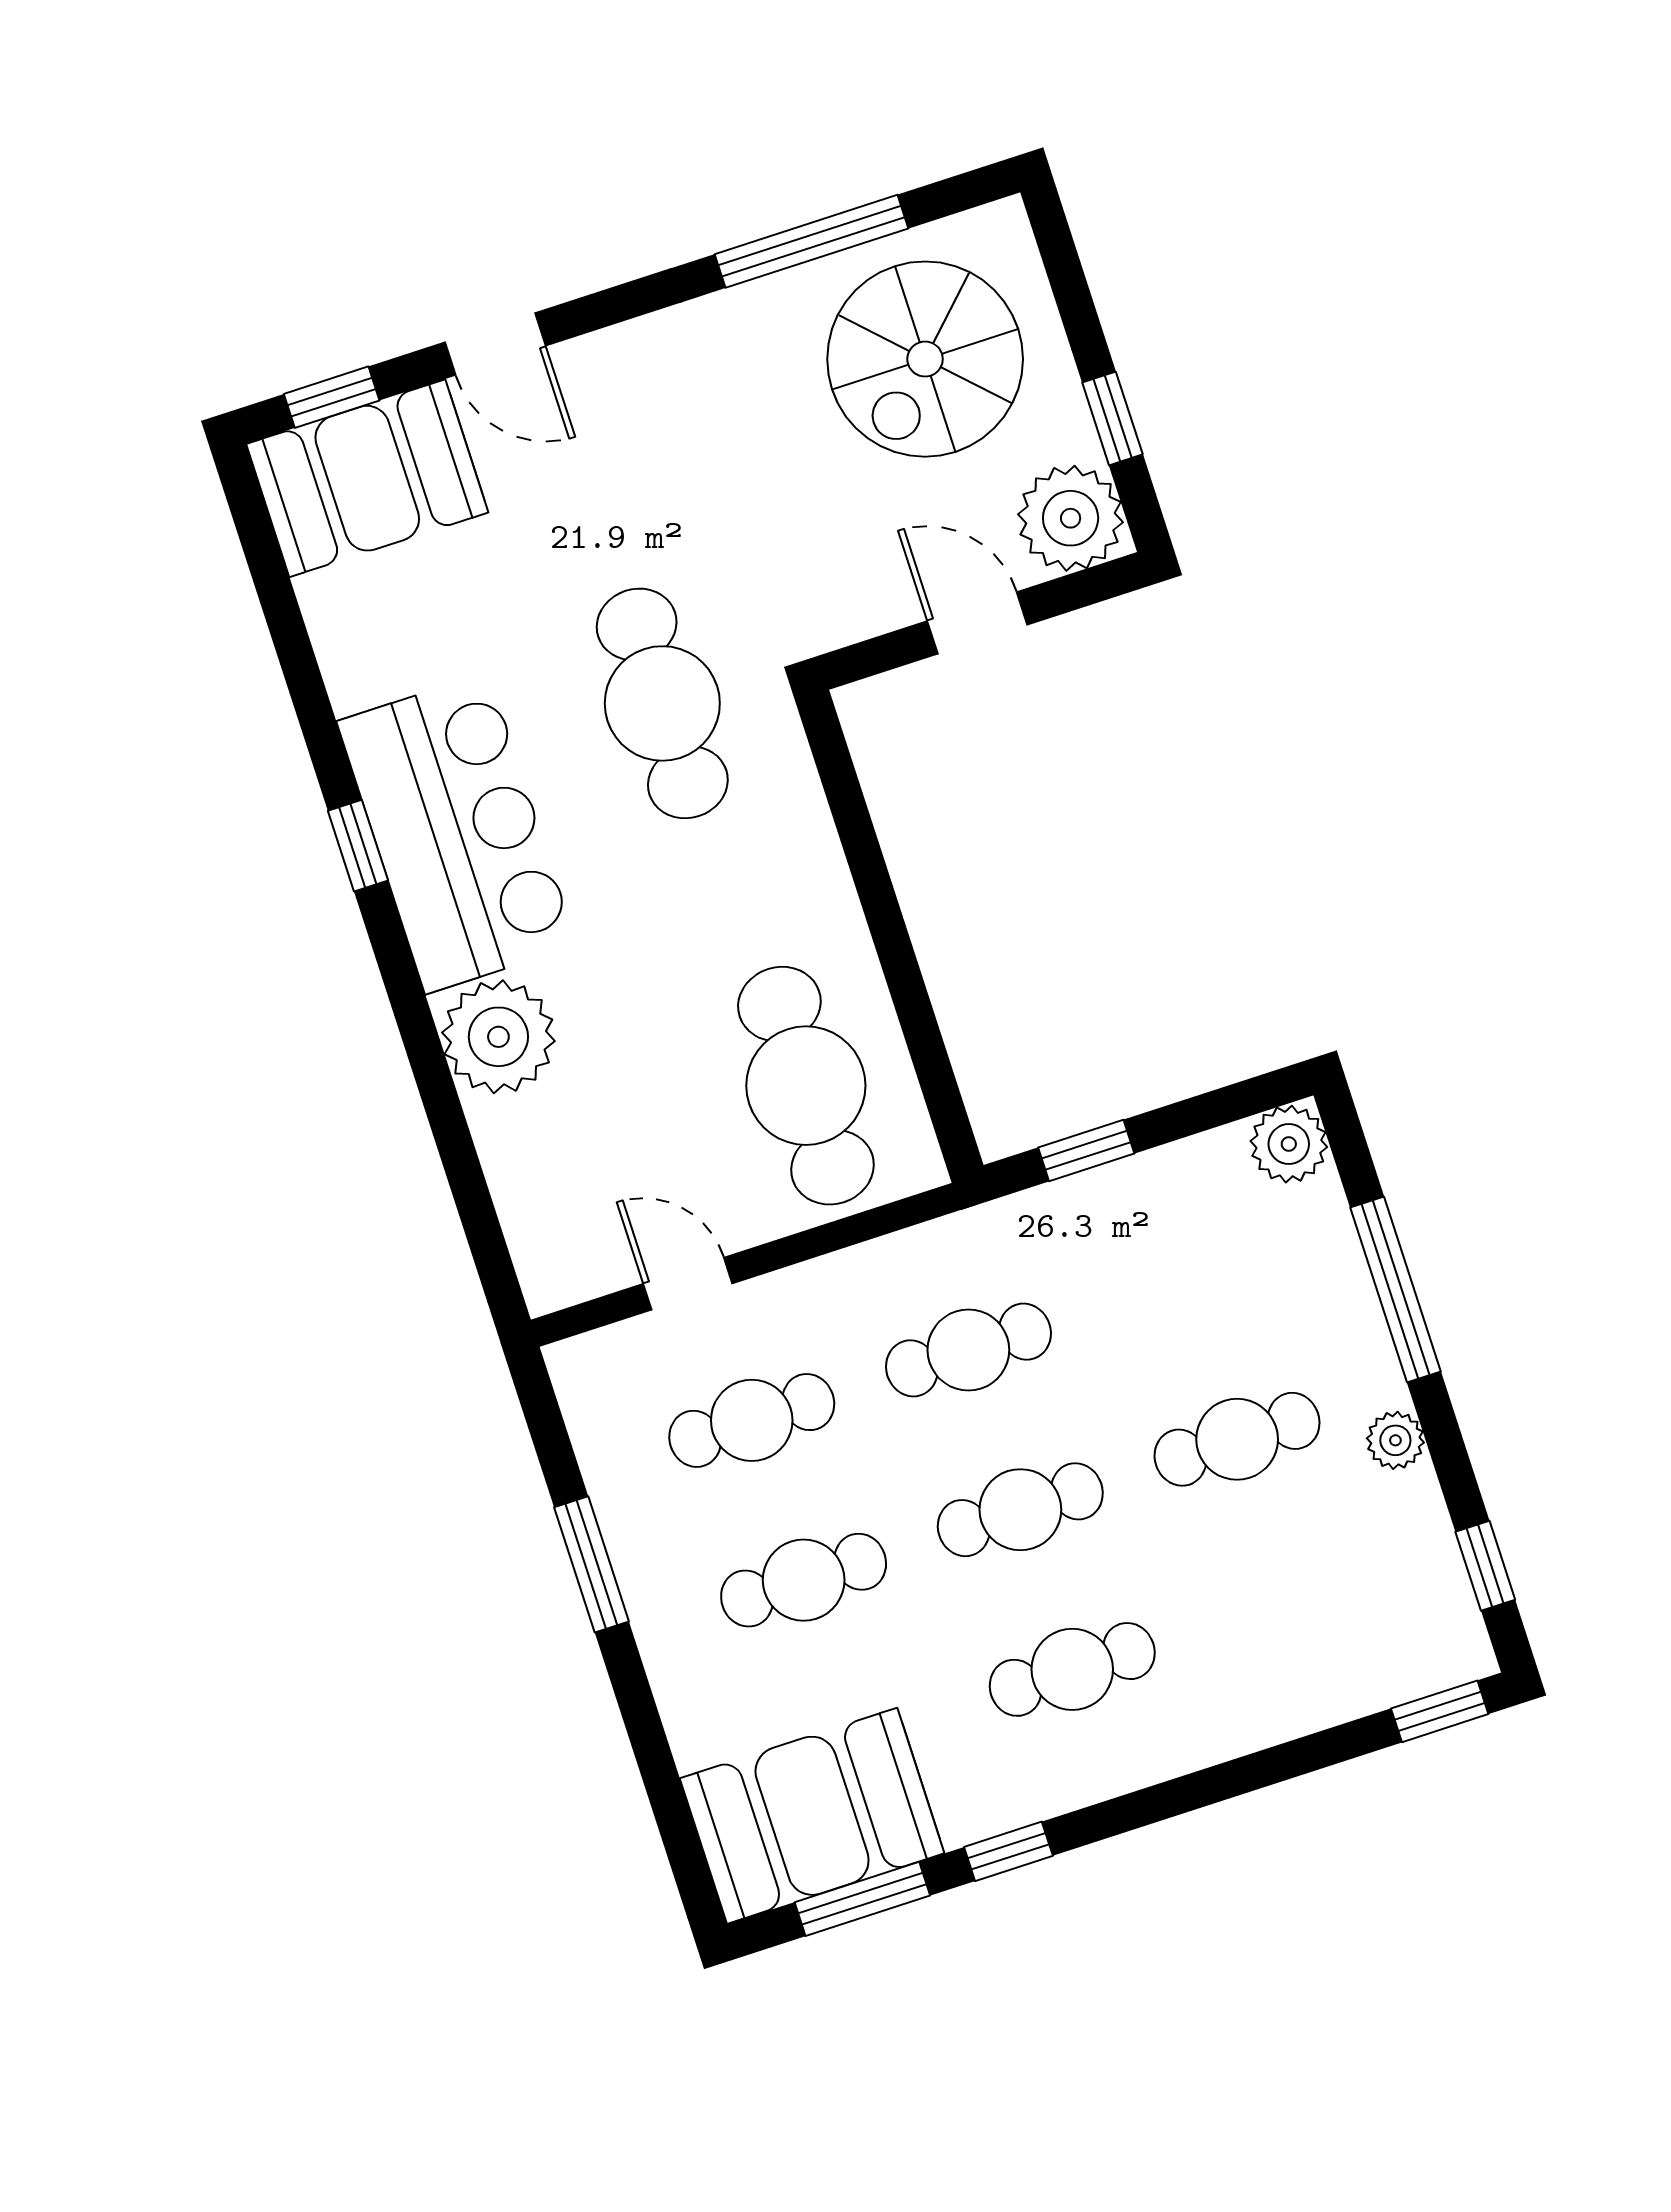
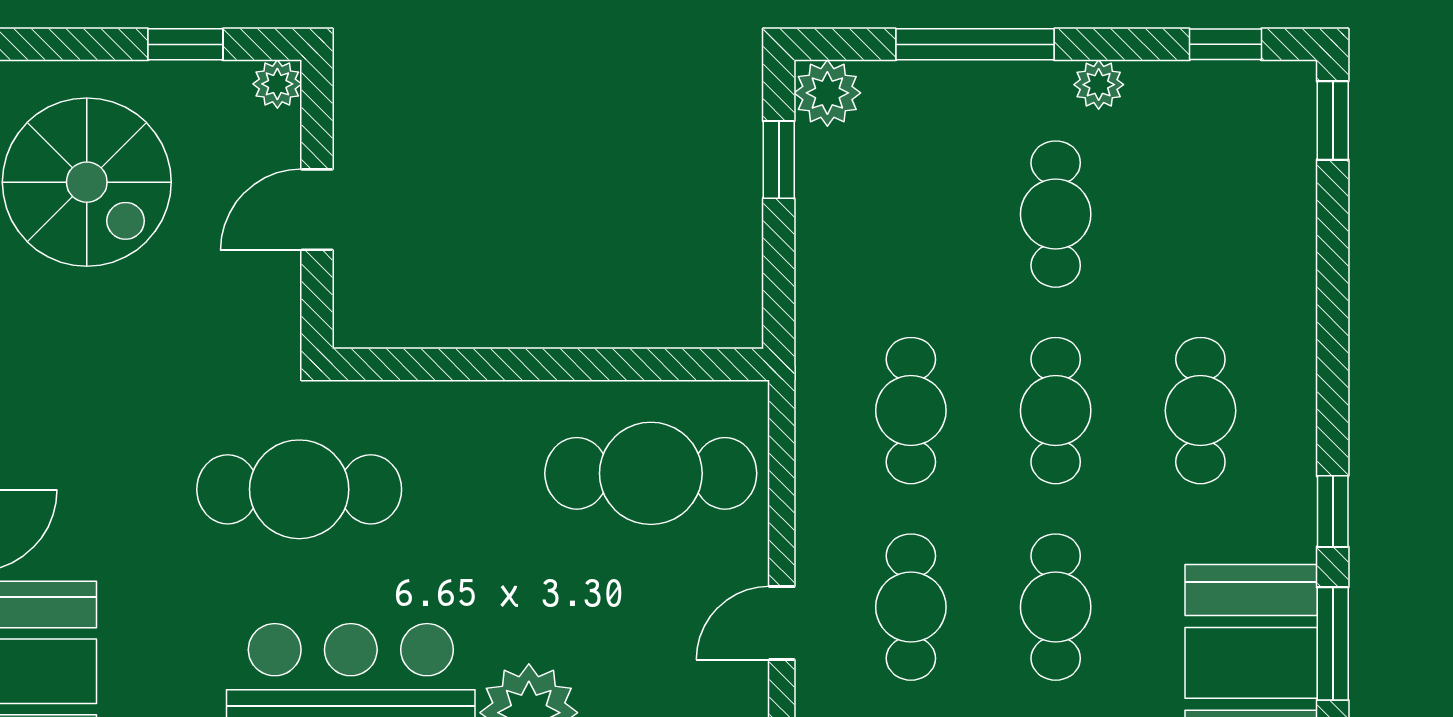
plant: (1071, 518) -> (277, 84), width x0.53, depth x0.53
window: (1086, 1150) -> (779, 160), moved

